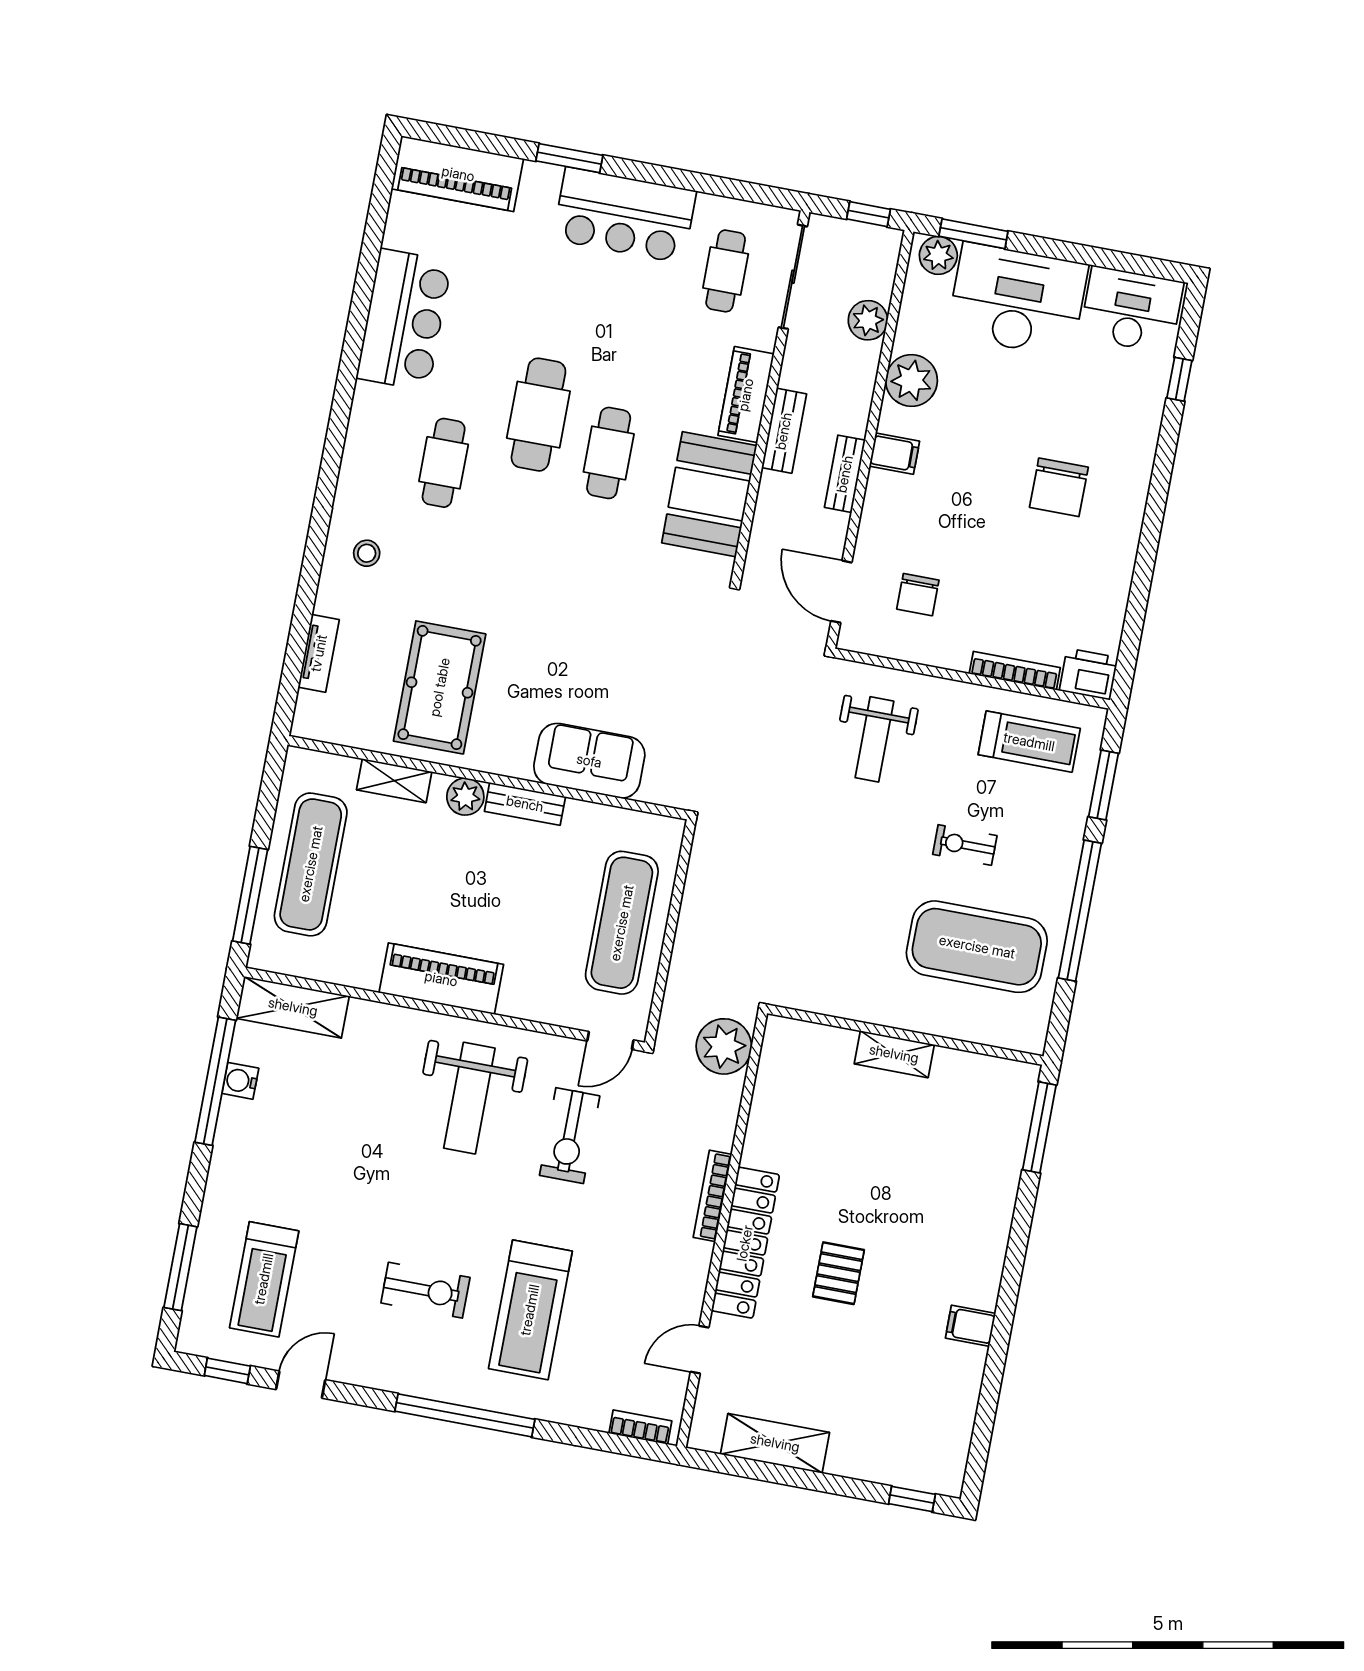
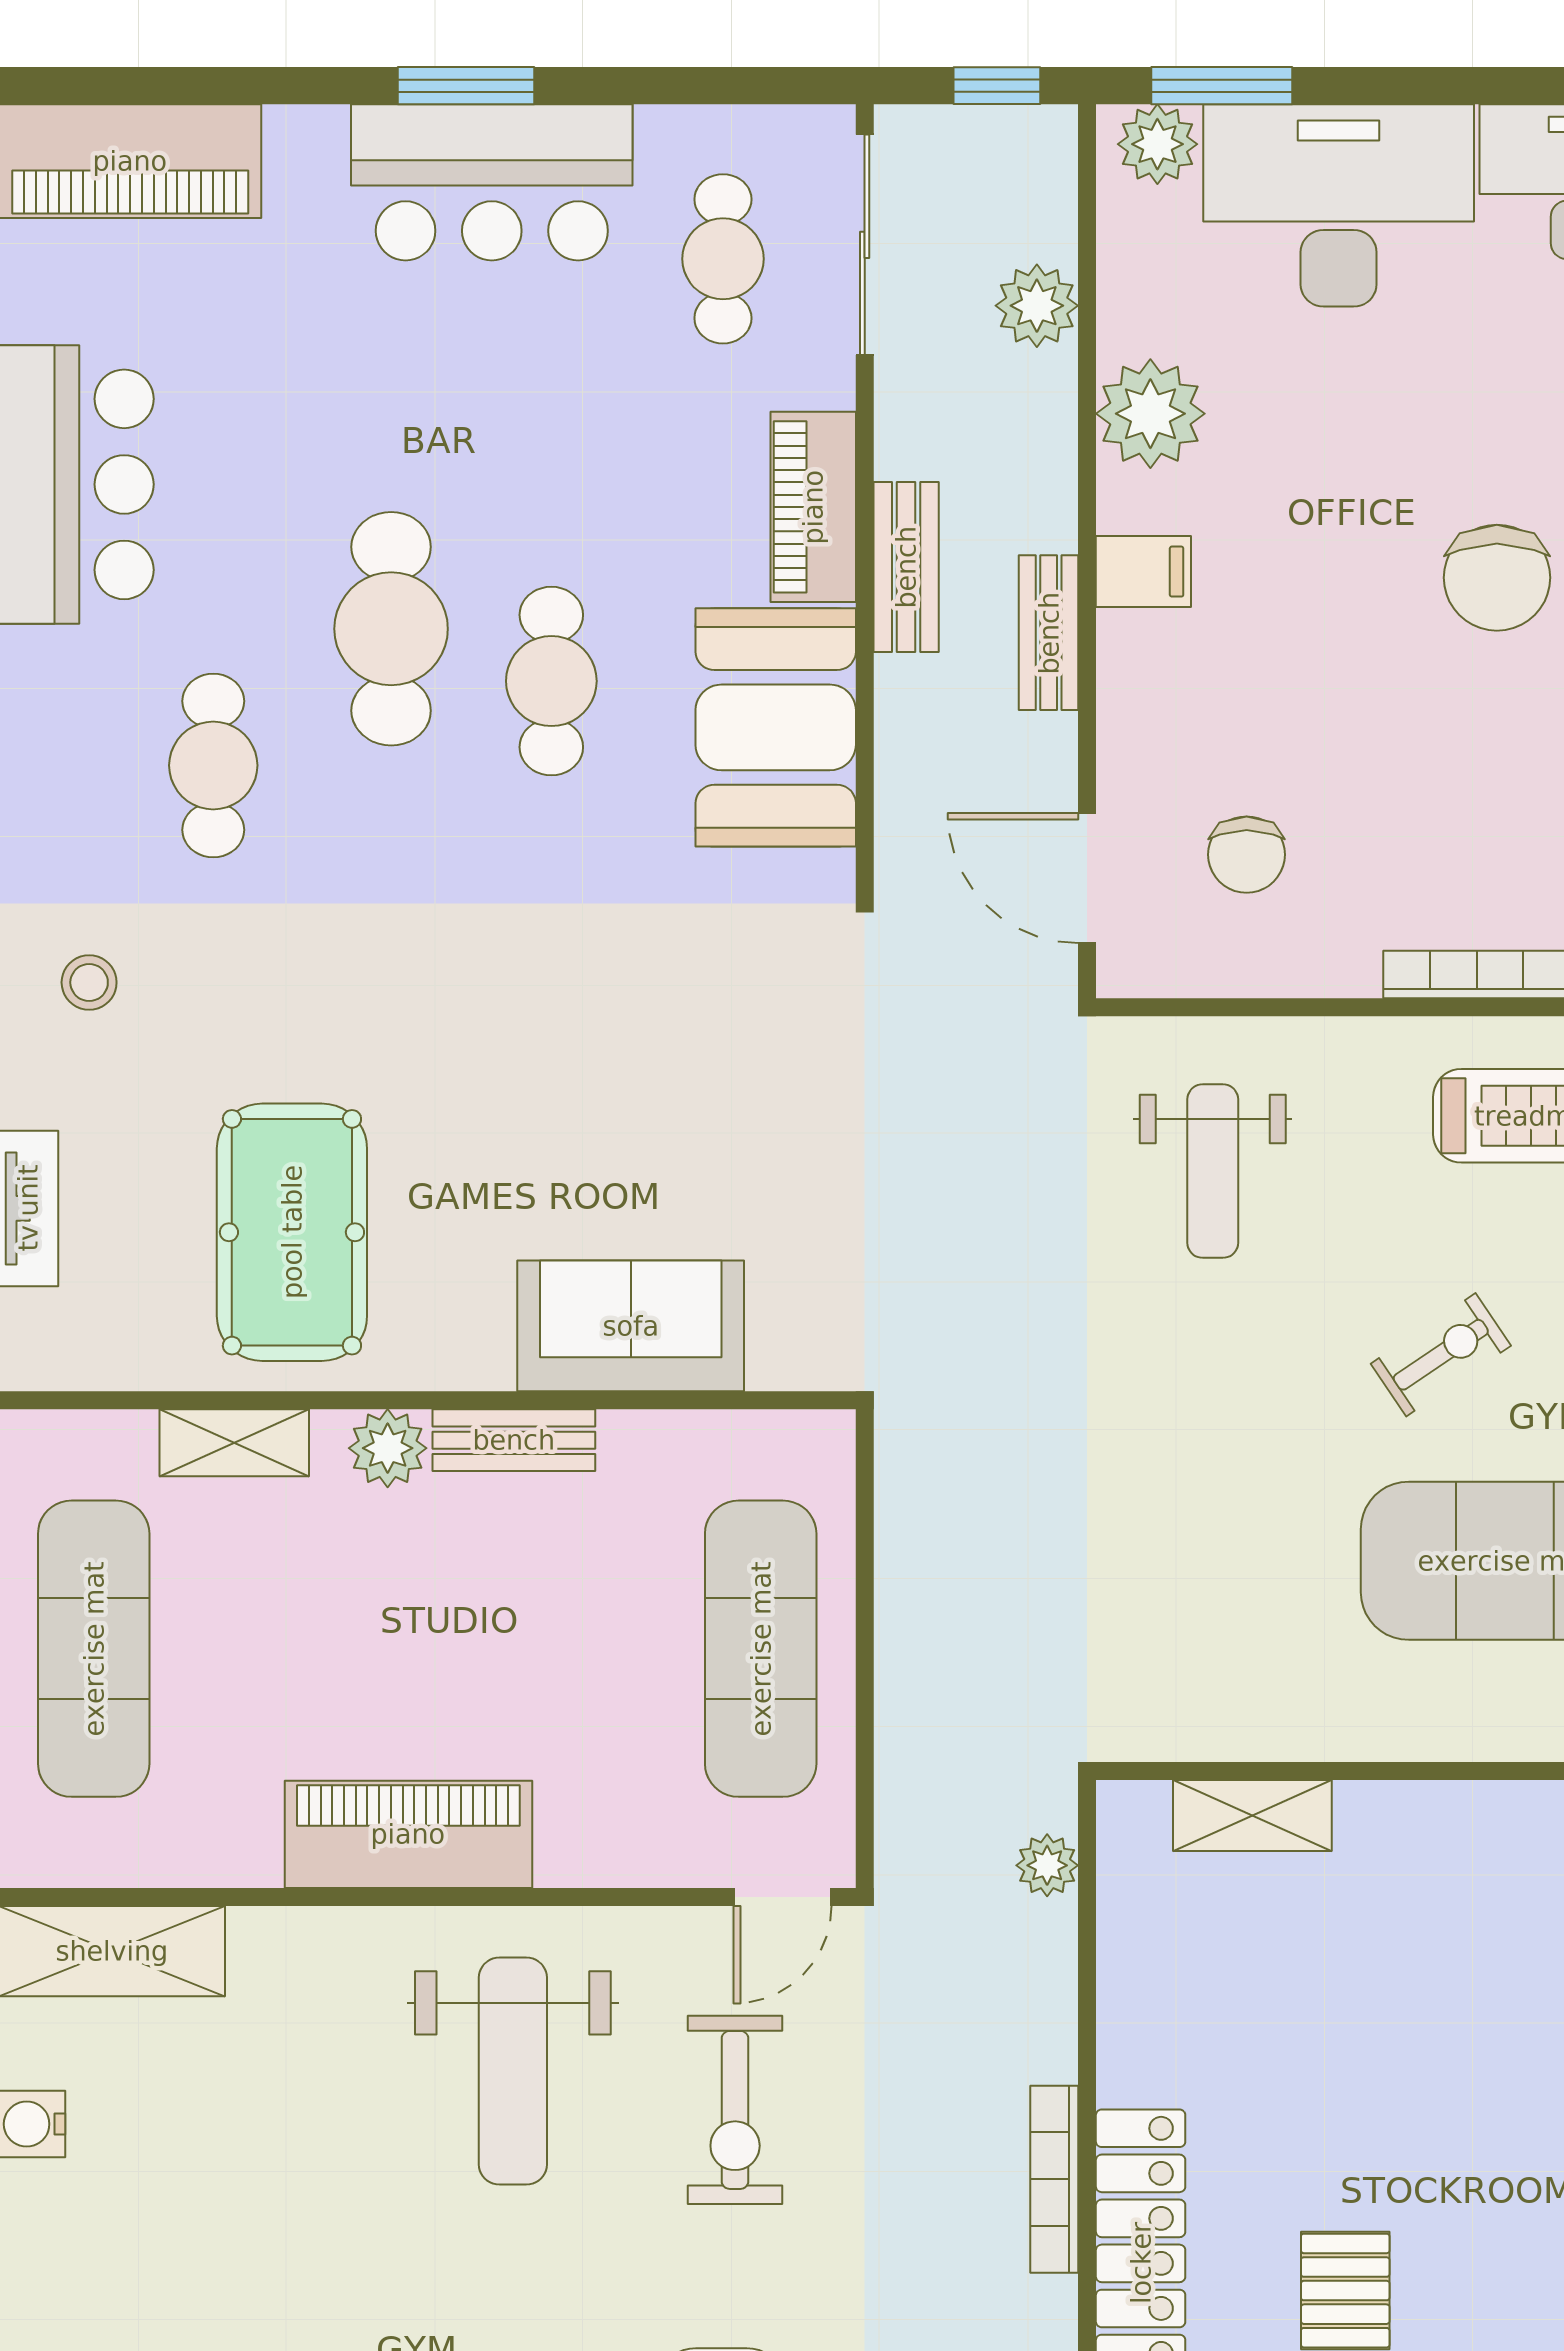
window: (569, 158) -> (466, 86), moved
exercise bike: (965, 845) -> (1441, 1355), turned 146
plant: (724, 1046) -> (1047, 1865), width x0.53, depth x0.53
shelving: (894, 1054) -> (1252, 1816), moved

